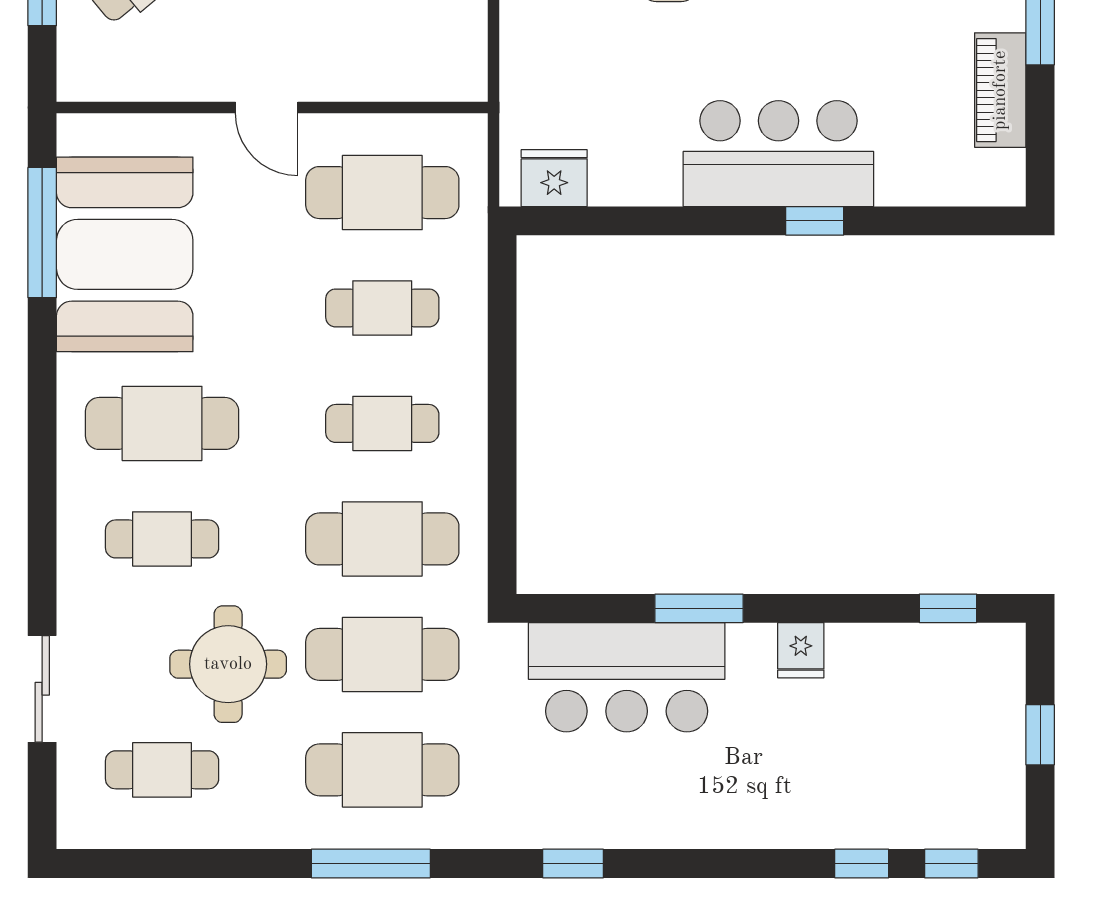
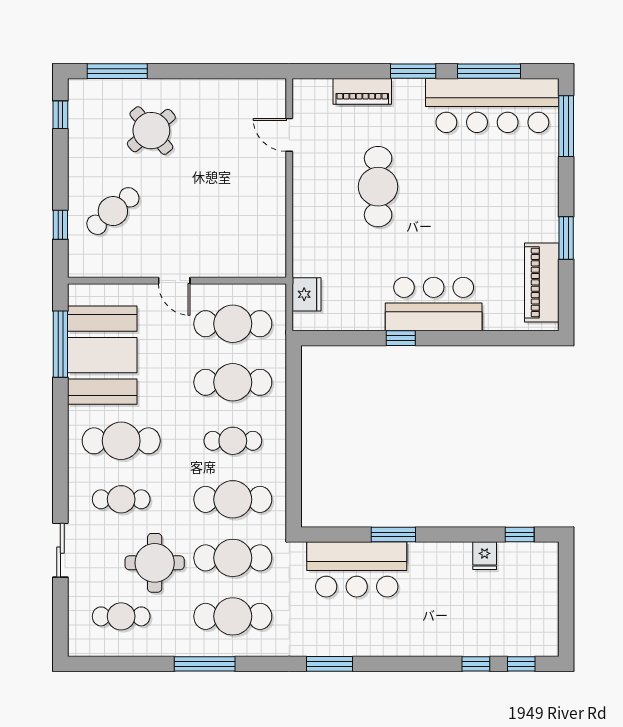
piano: (1000, 90) -> (542, 282), width x1.37, depth x1.33
fridge: (554, 178) -> (306, 294), moved, turned 90
window: (815, 221) -> (401, 338), moved
cafe table: (382, 308) -> (233, 382), width x1.37, depth x1.35
fridge: (801, 650) -> (485, 556), moved
sliding door: (42, 689) -> (60, 550), moved
window: (1040, 735) -> (566, 599), removed
window: (371, 863) -> (205, 664), moved
window: (573, 863) -> (329, 664), width x1.50

